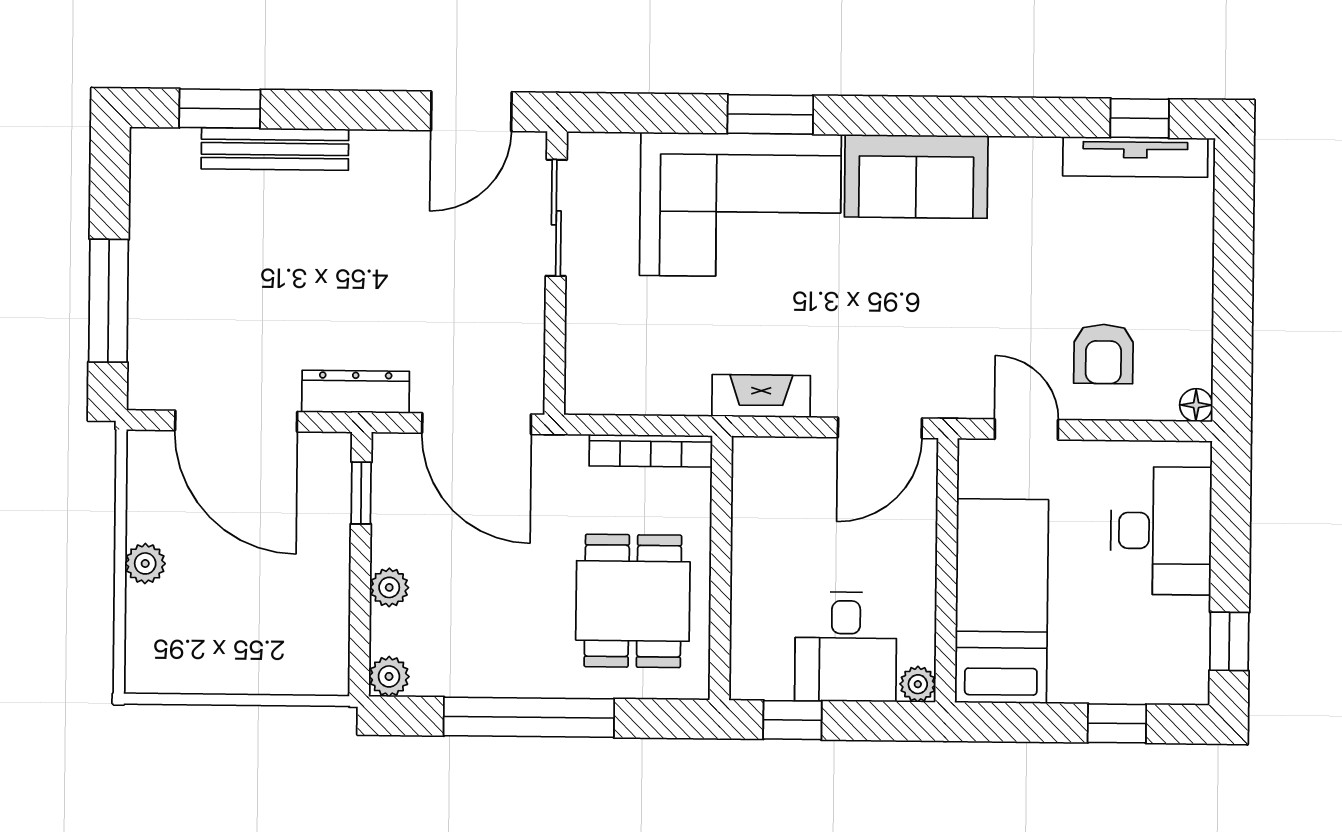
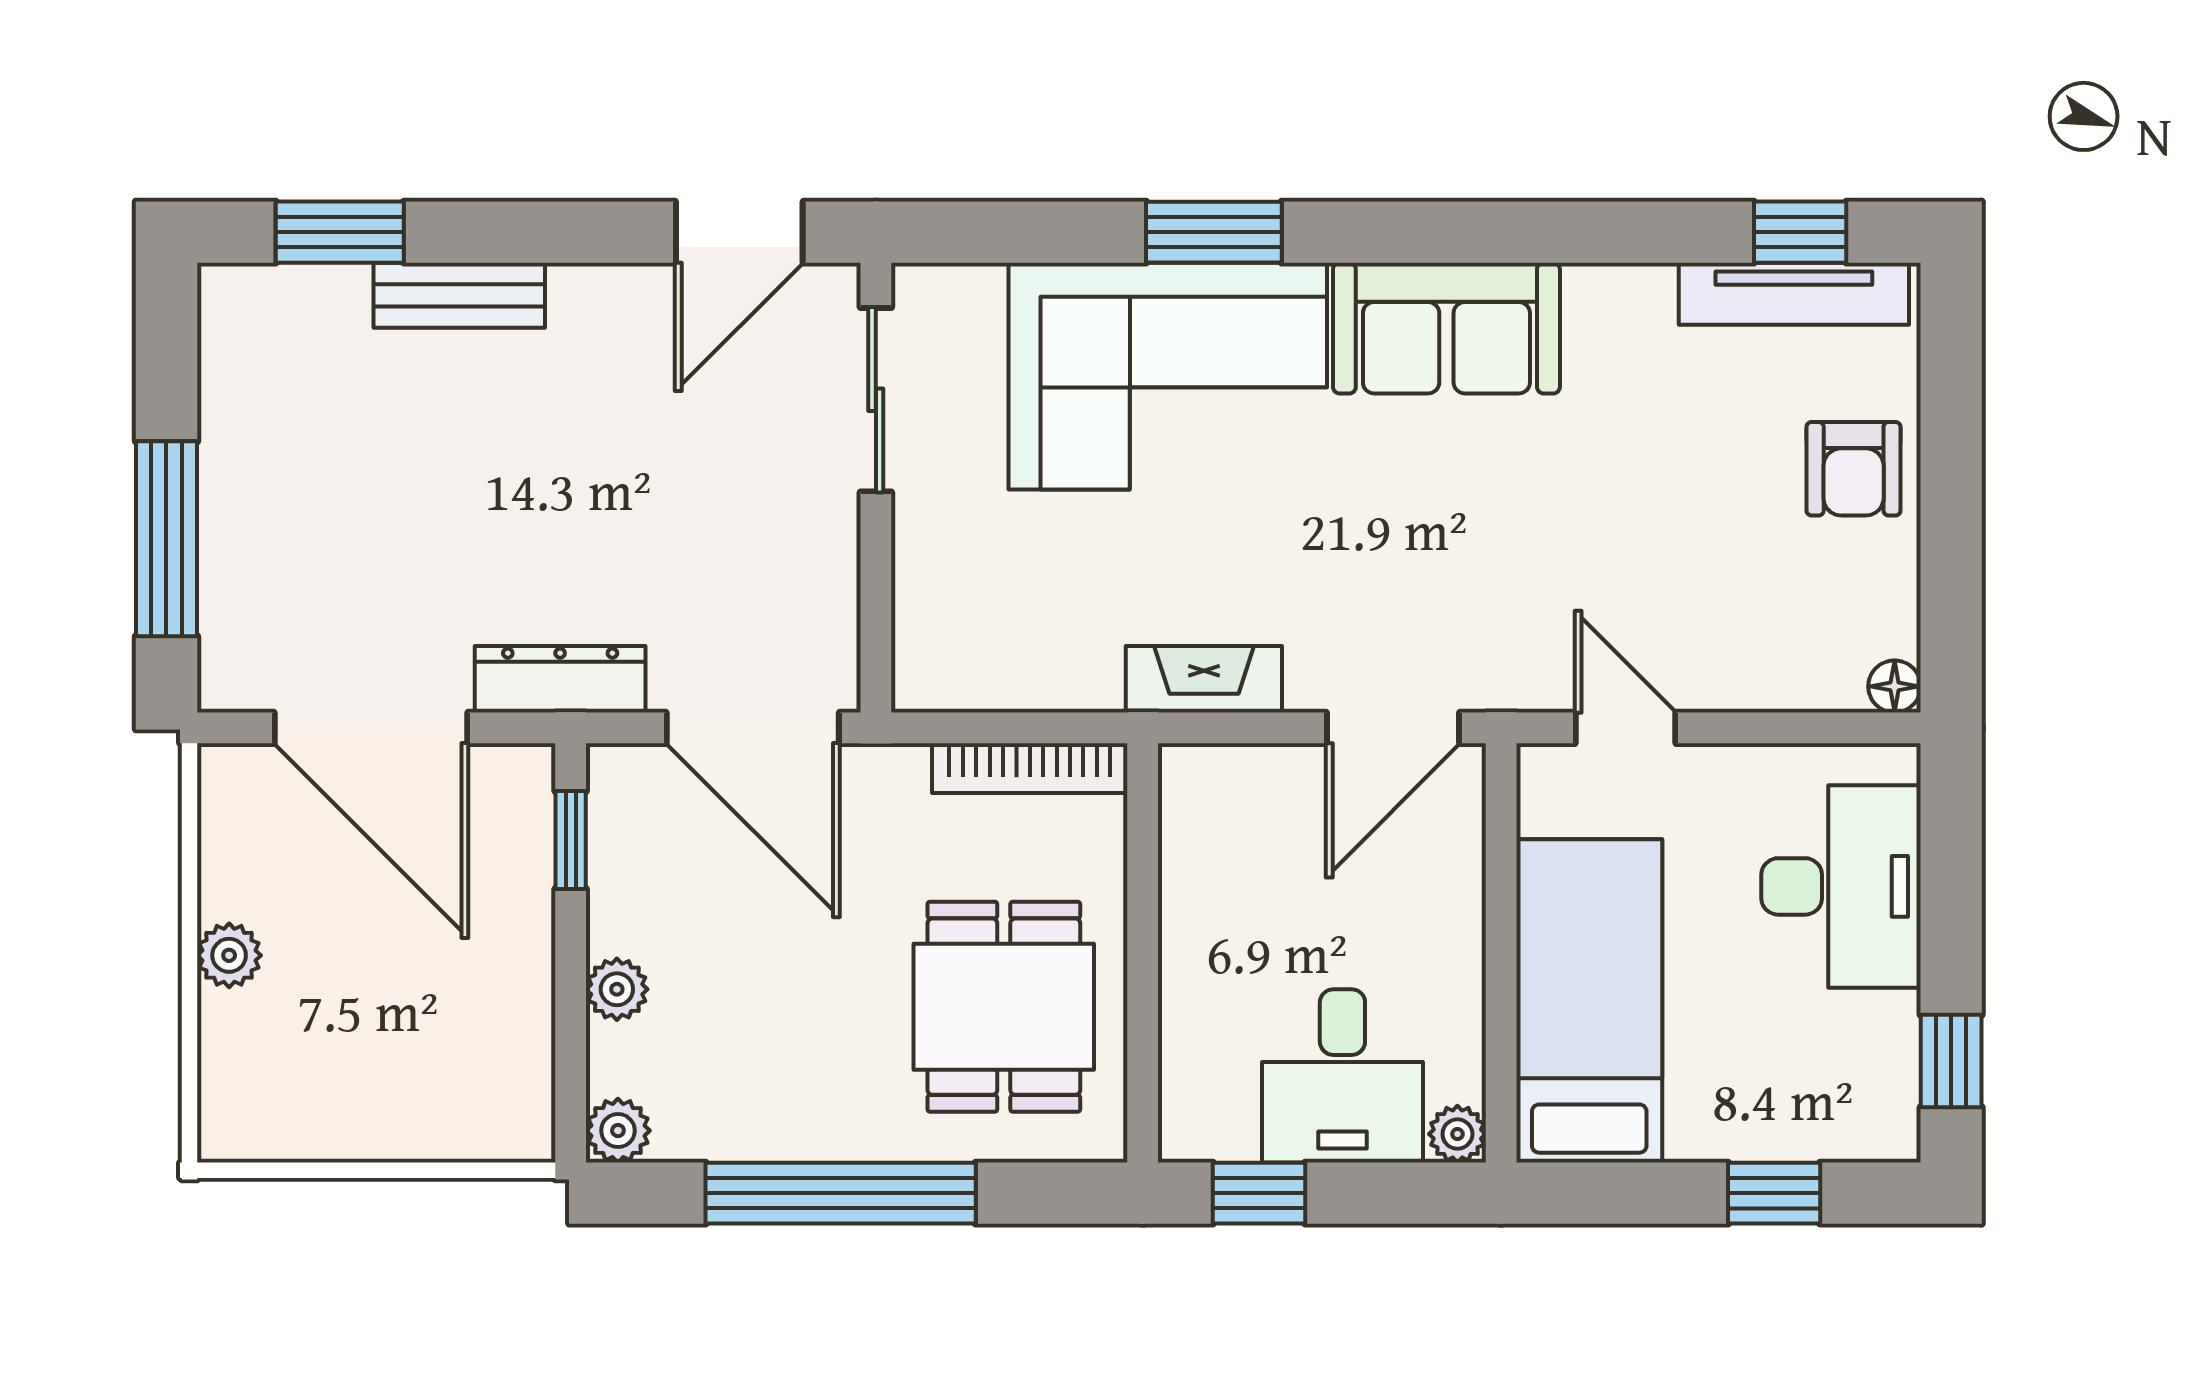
bench: (275, 149) -> (459, 295), width x0.73
armchair: (1103, 354) -> (1854, 469), moved

